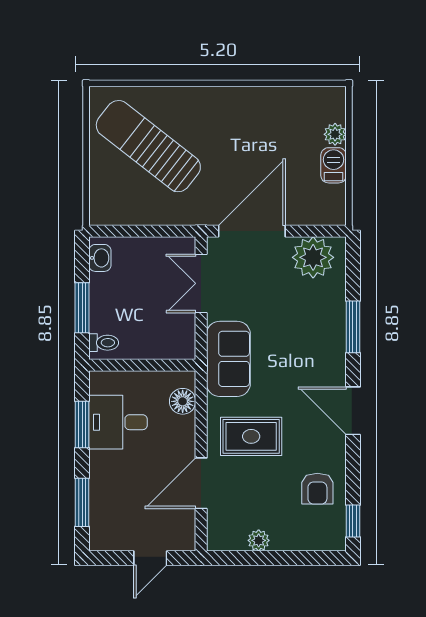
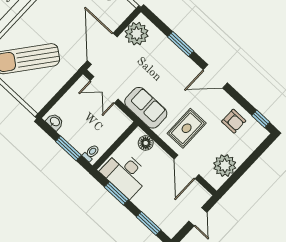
desk: (118, 422) -> (125, 174), width x1.37
plant: (259, 540) -> (225, 166), width x1.88, depth x1.88

